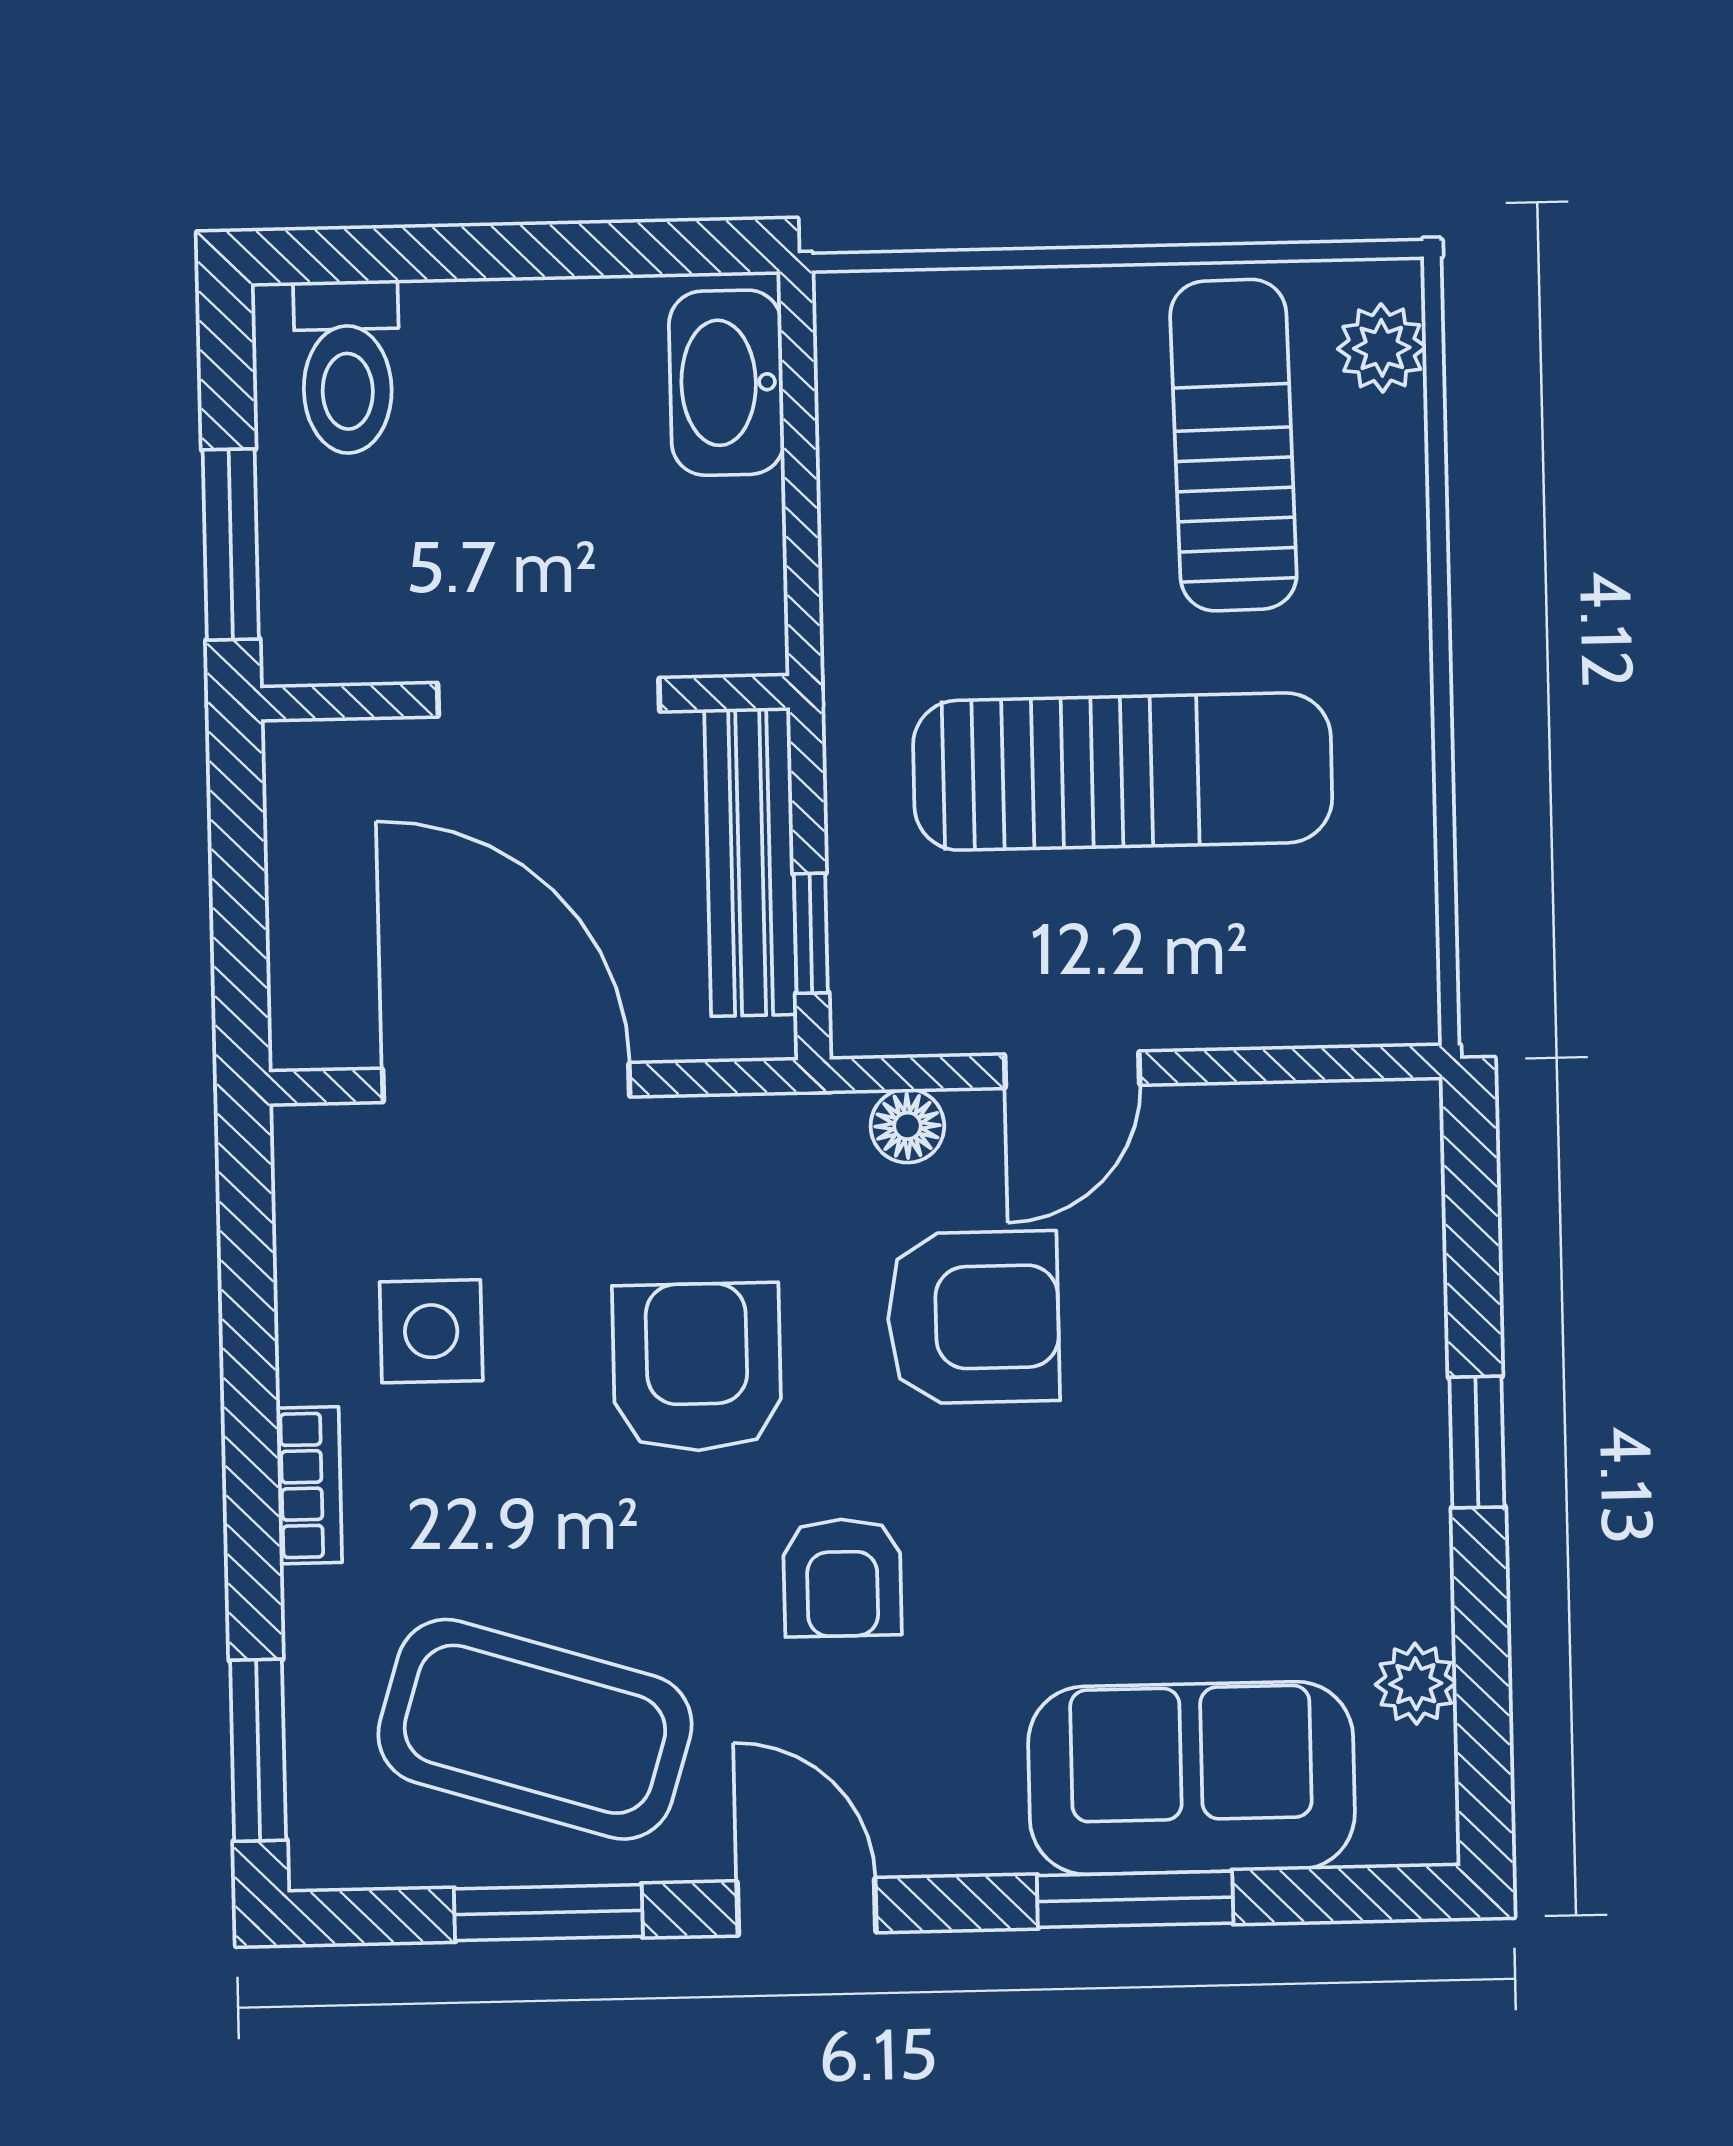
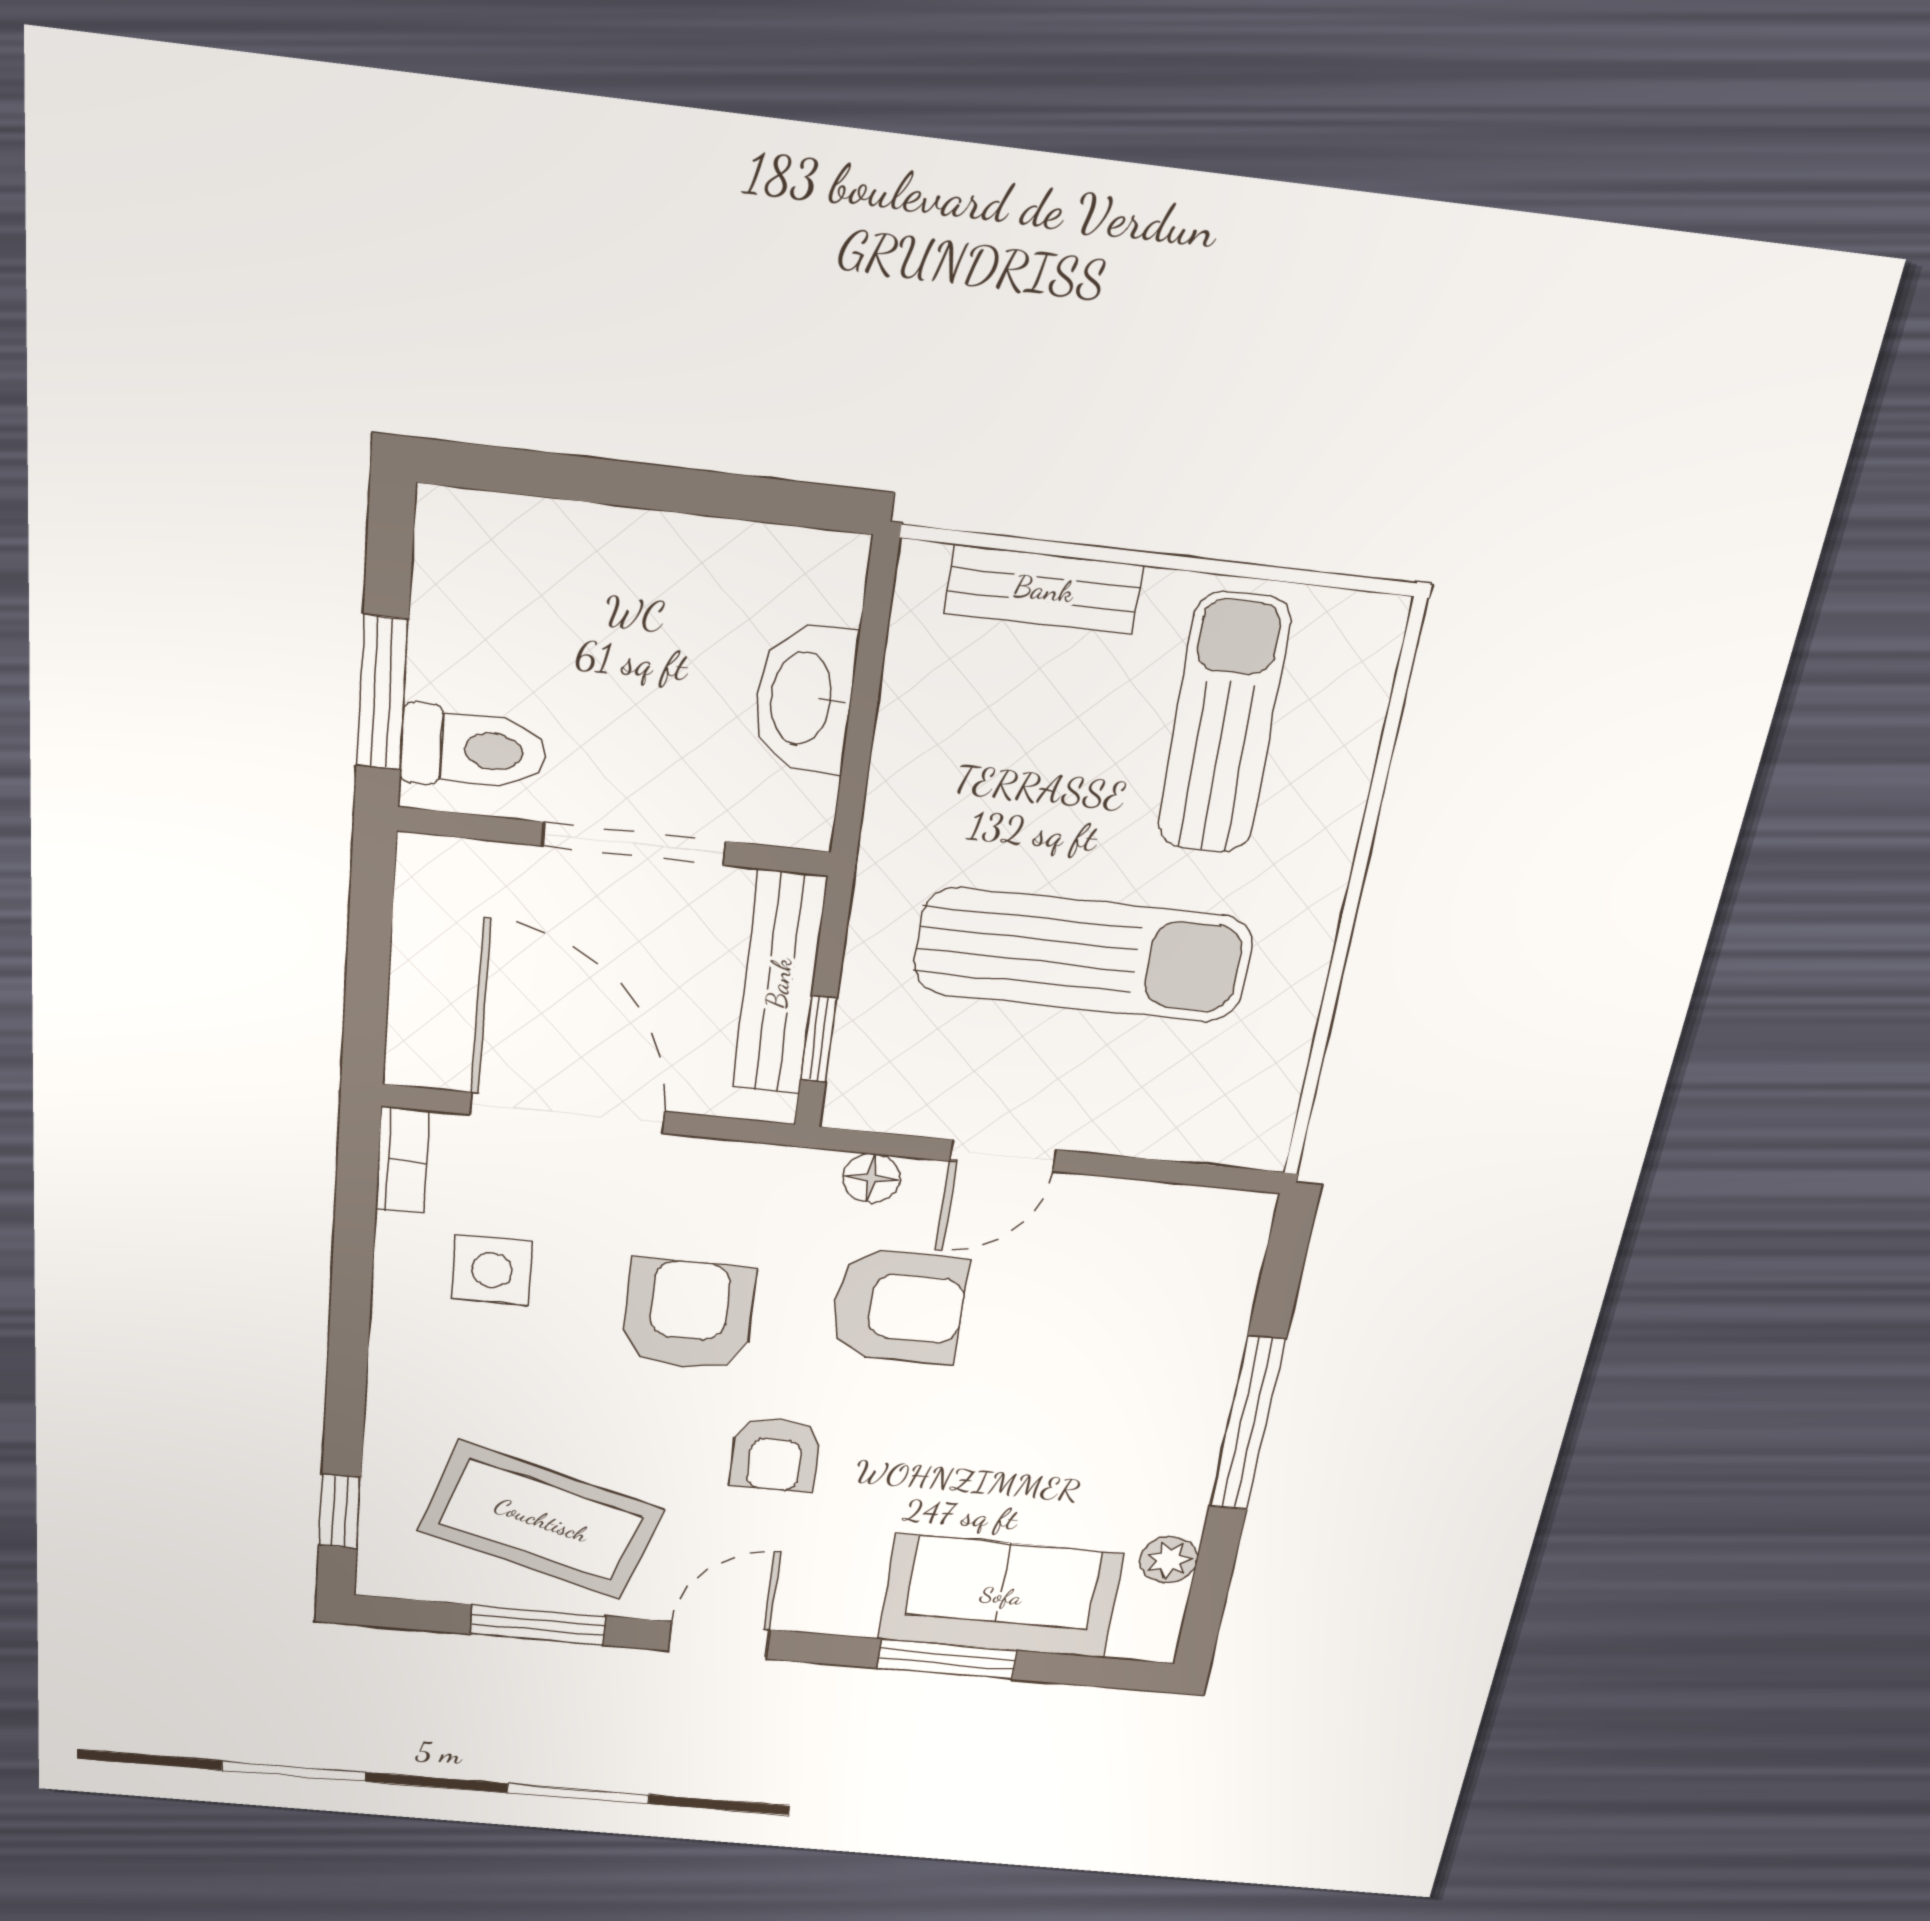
bench: (989, 309) -> (1044, 589), added
plant: (1382, 348) -> (1362, 664), removed
toilet: (347, 367) -> (473, 749), moved, turned -90
washbasin: (726, 383) -> (804, 698), moved
window: (1477, 1442) -> (1247, 1424), width x2.17
bookcase: (309, 1485) -> (403, 1160), moved
window: (258, 1750) -> (340, 1511), width x0.67
door: (806, 1907) -> (719, 1640), hinge flipped

